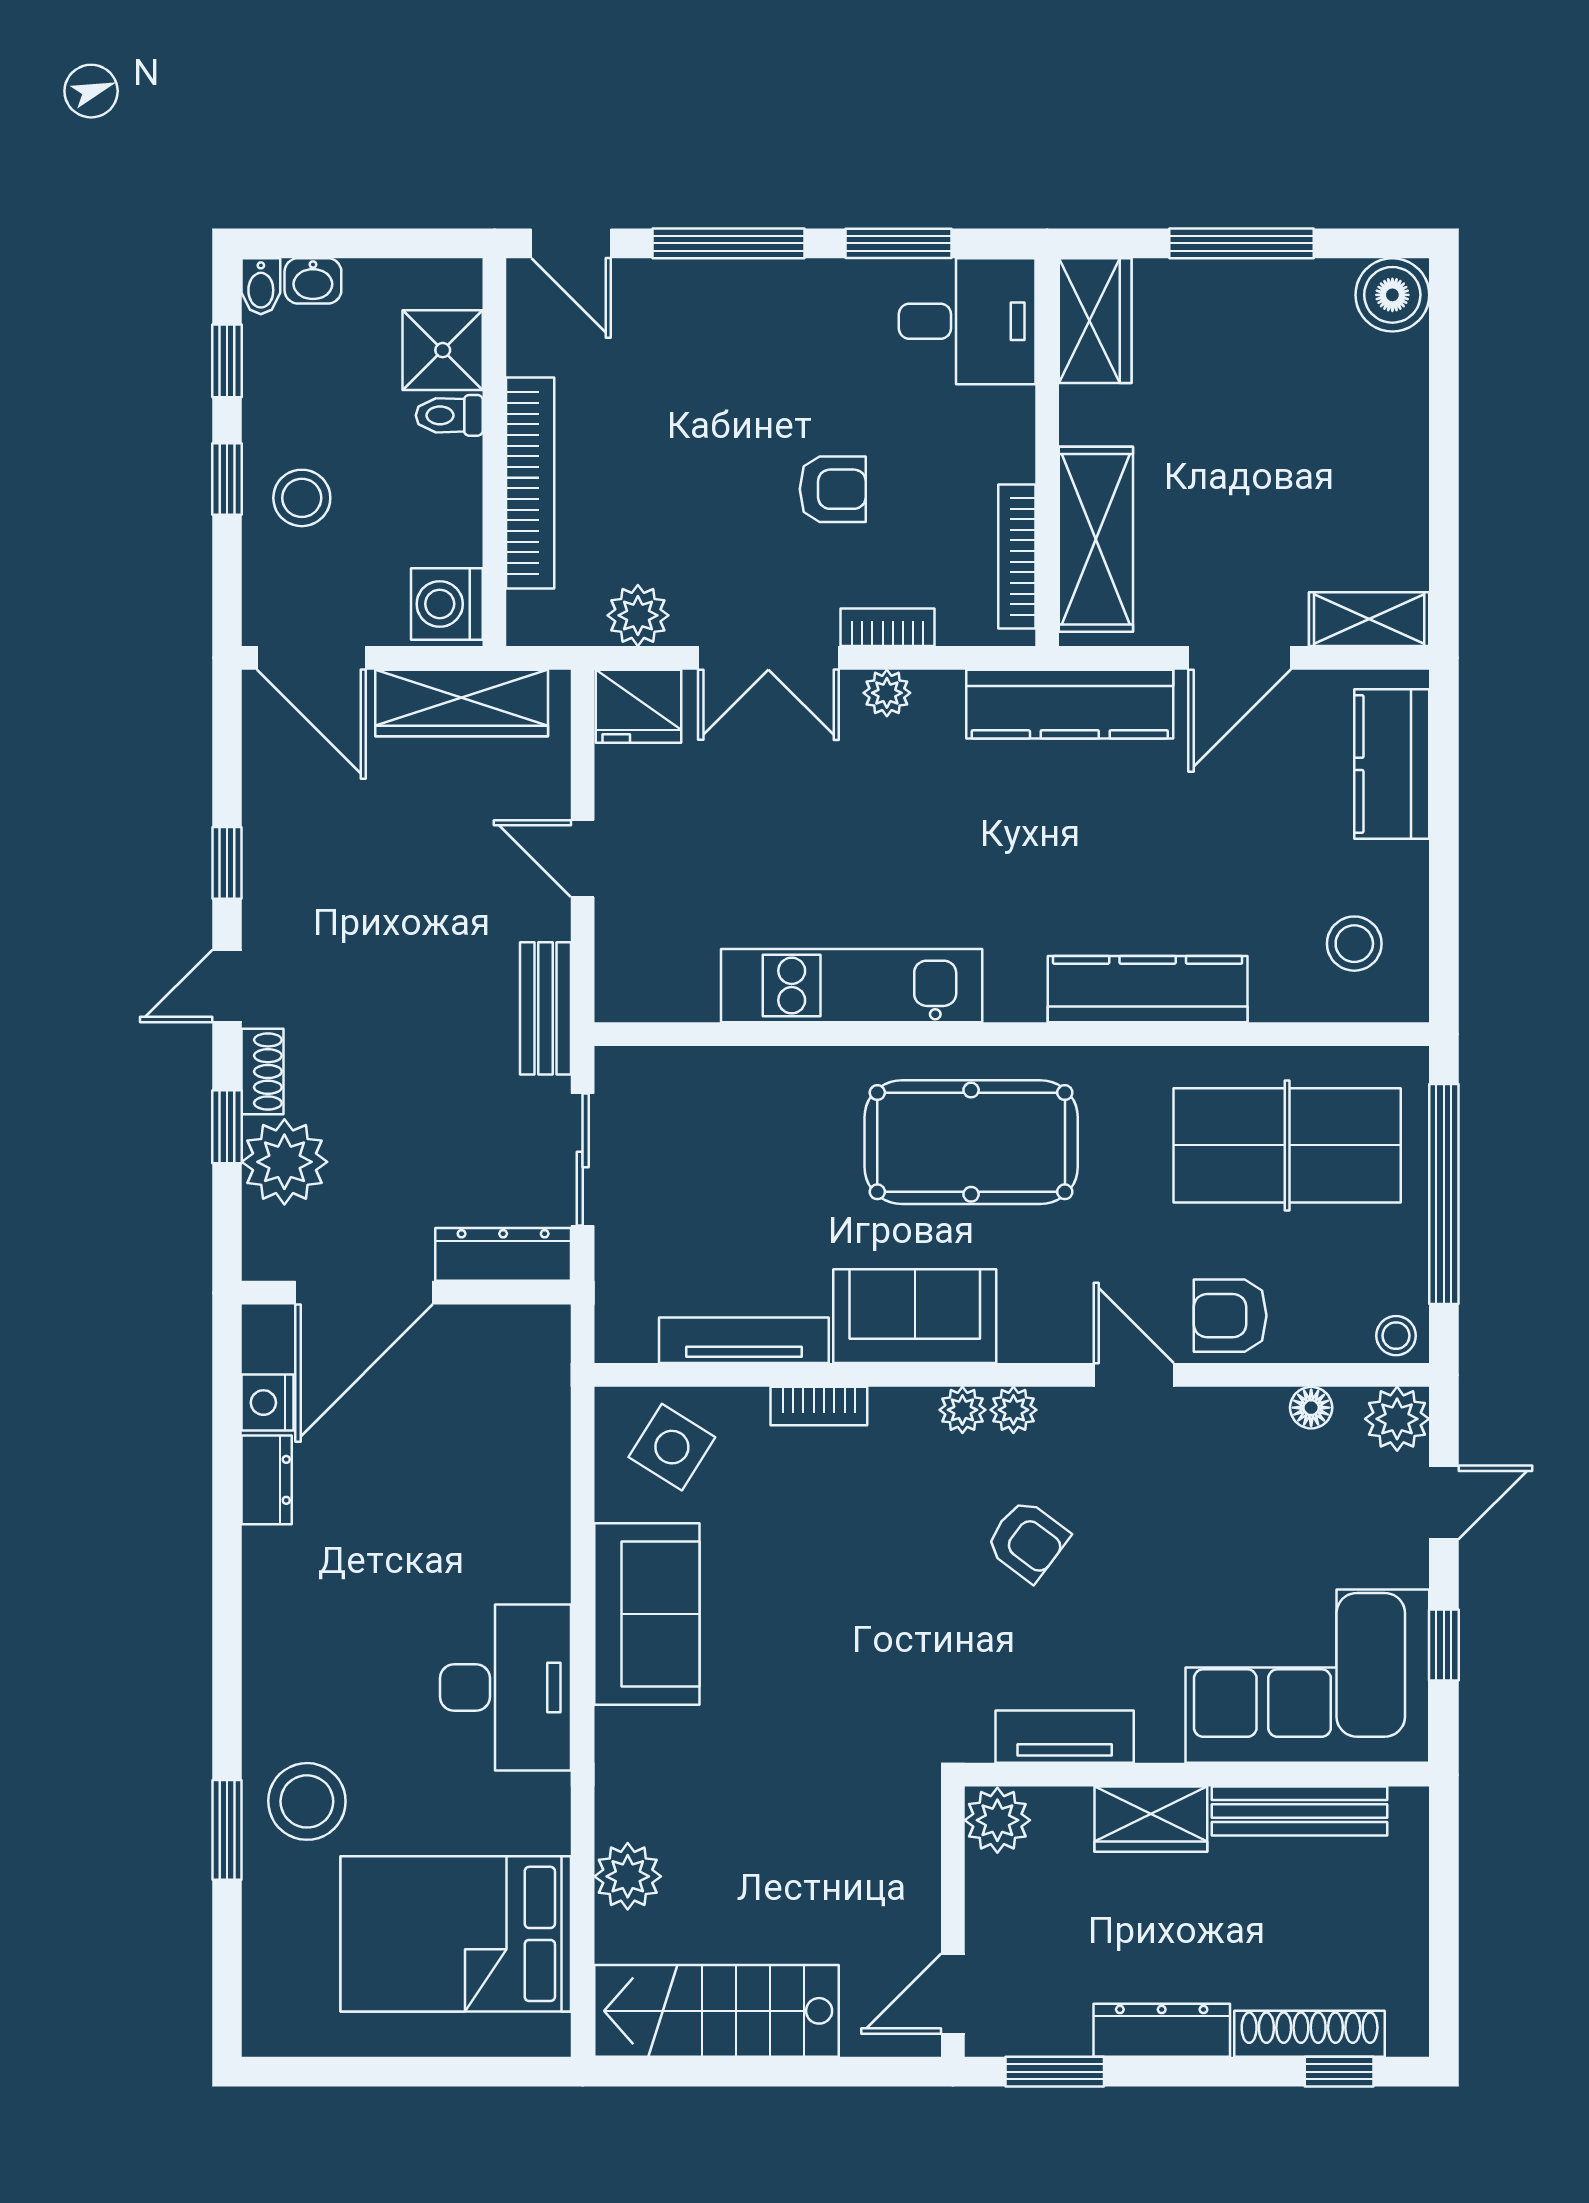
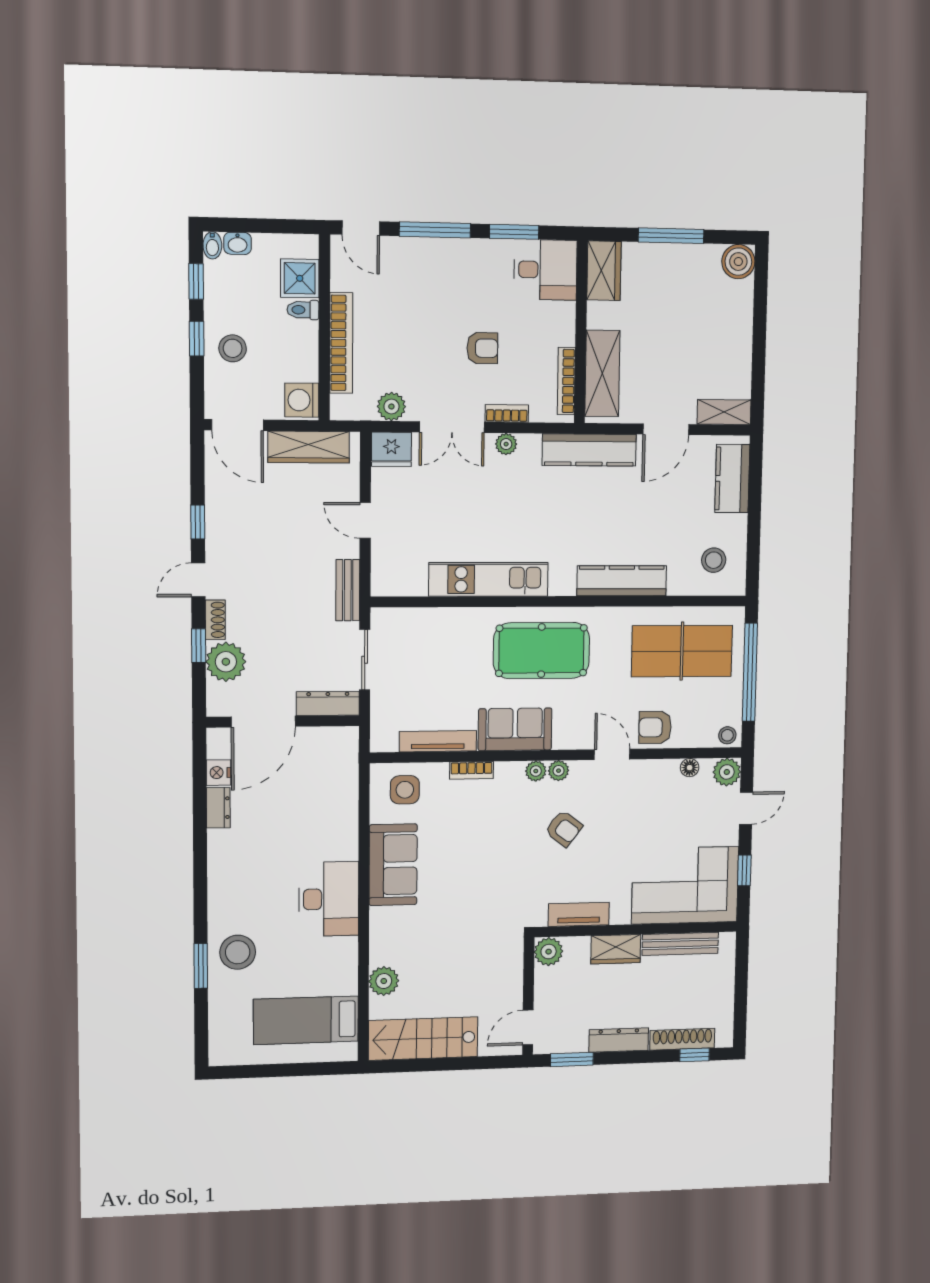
side table: (672, 1447) -> (405, 790), turned -32
bed: (456, 1934) -> (306, 1020), width x0.67

